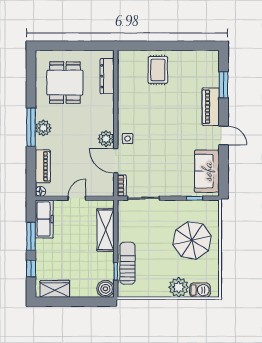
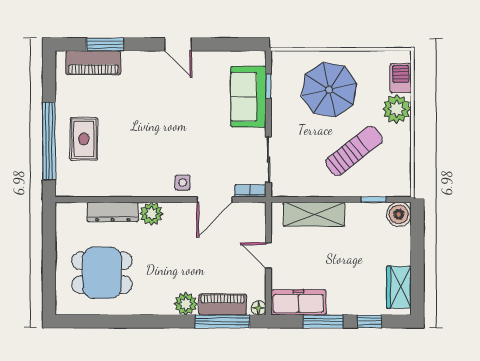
window: (156, 46) -> (49, 141), added
rug: (158, 70) -> (84, 139), turned 90
dresser: (107, 76) -> (113, 212), moved
piano: (211, 107) -> (93, 63), moved
window: (31, 127) -> (222, 321), moved
plant: (43, 128) -> (186, 304), moved
door: (223, 135) -> (178, 44), swing flipped
plant: (106, 139) -> (151, 214), moved
sofa: (207, 171) -> (248, 97), moved, turned 90
sun lounger: (127, 263) -> (354, 151), moved, turned 142

